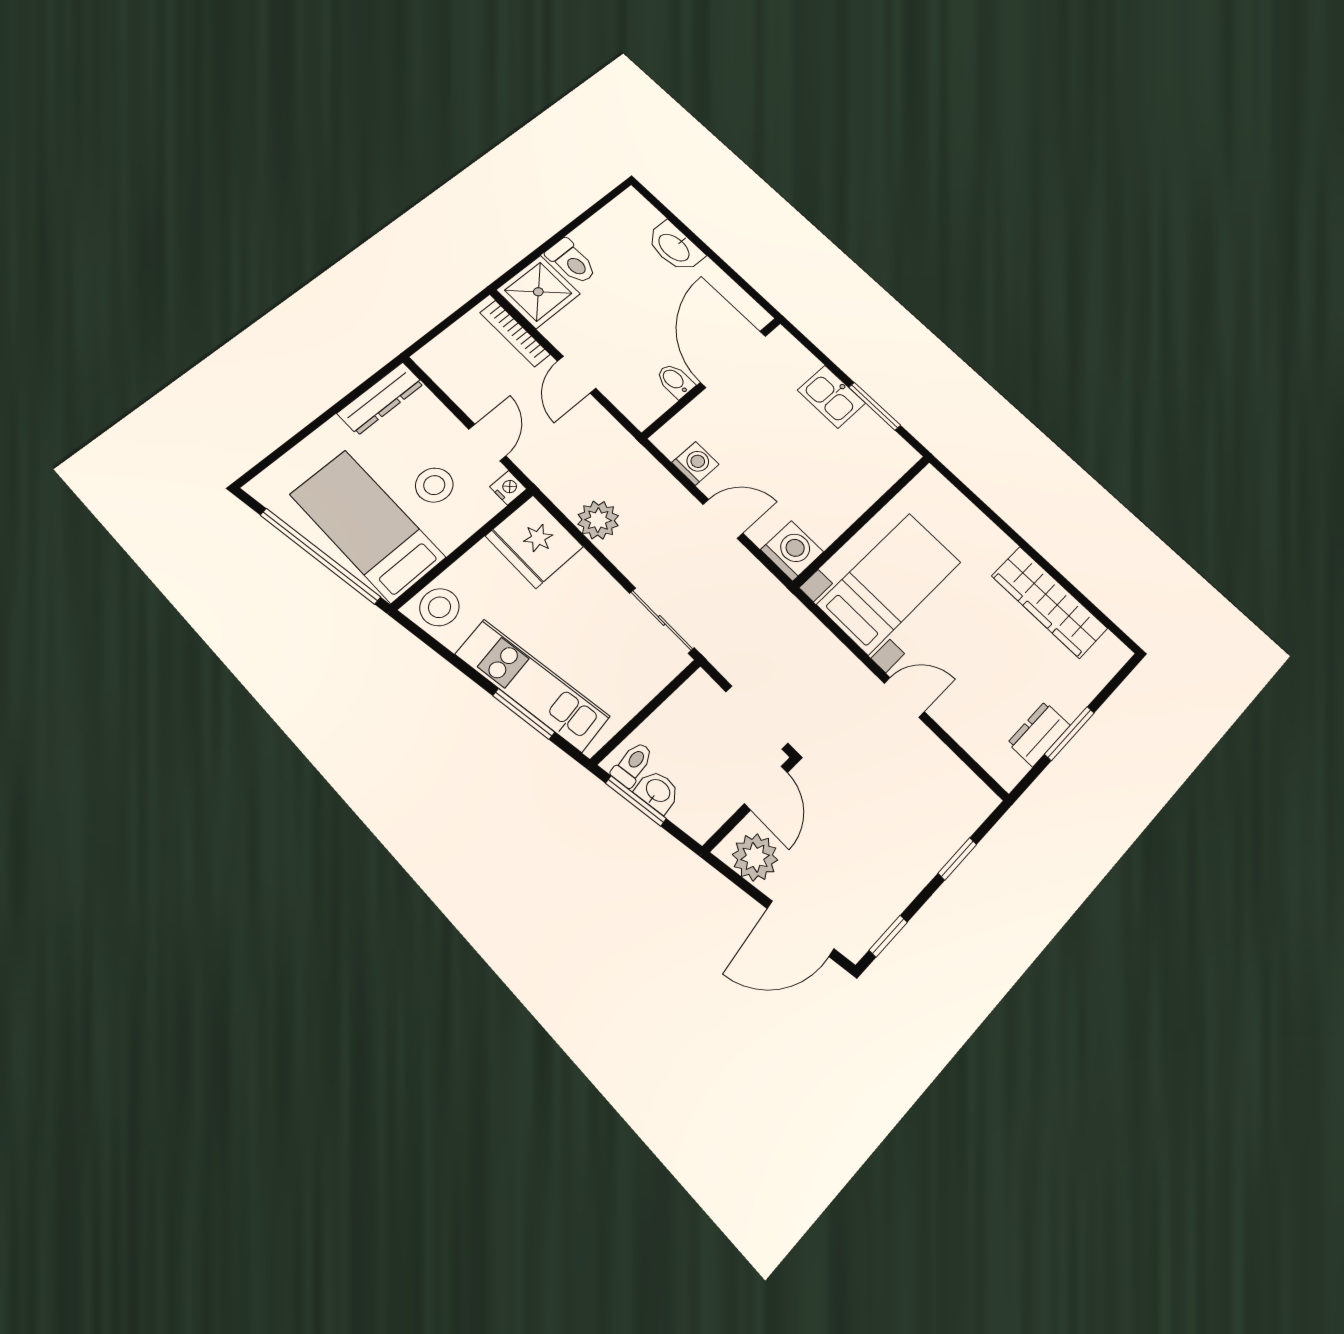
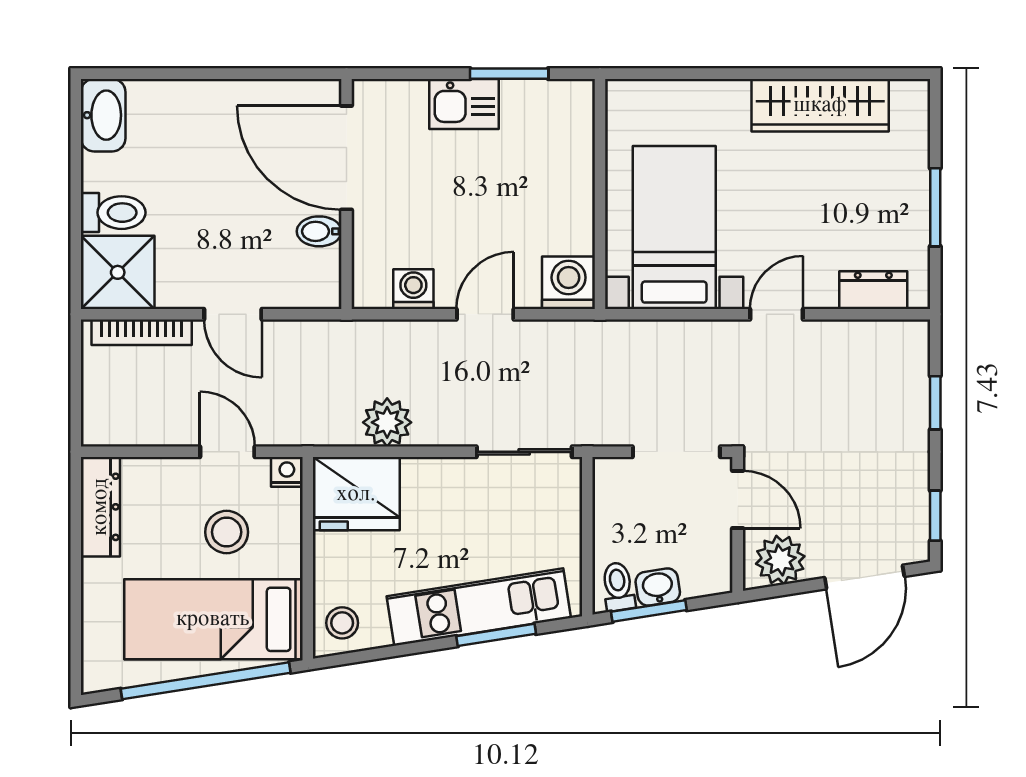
washbasin: (675, 247) -> (103, 115), moved, turned -90
stool: (439, 607) -> (342, 623), width x0.73, depth x0.73
dresser: (1039, 734) -> (873, 290), moved, turned 90

